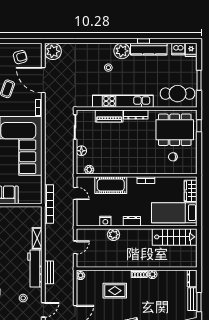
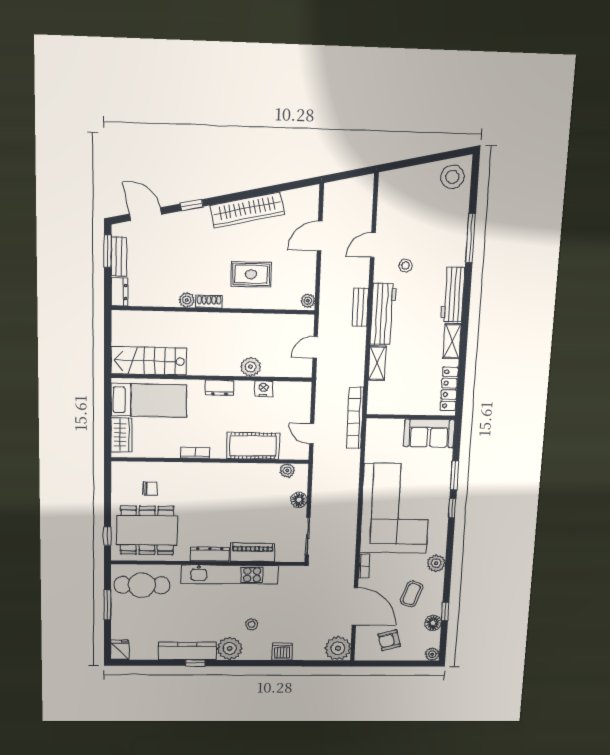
dishwasher: (178, 49) -> (282, 652), moved

